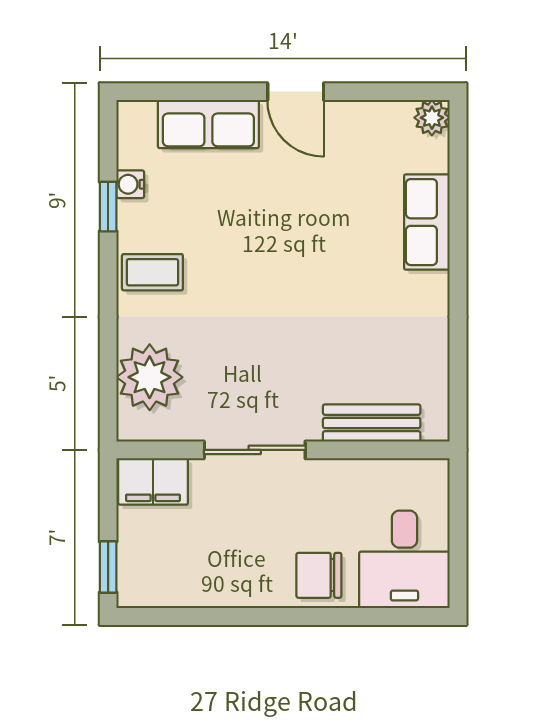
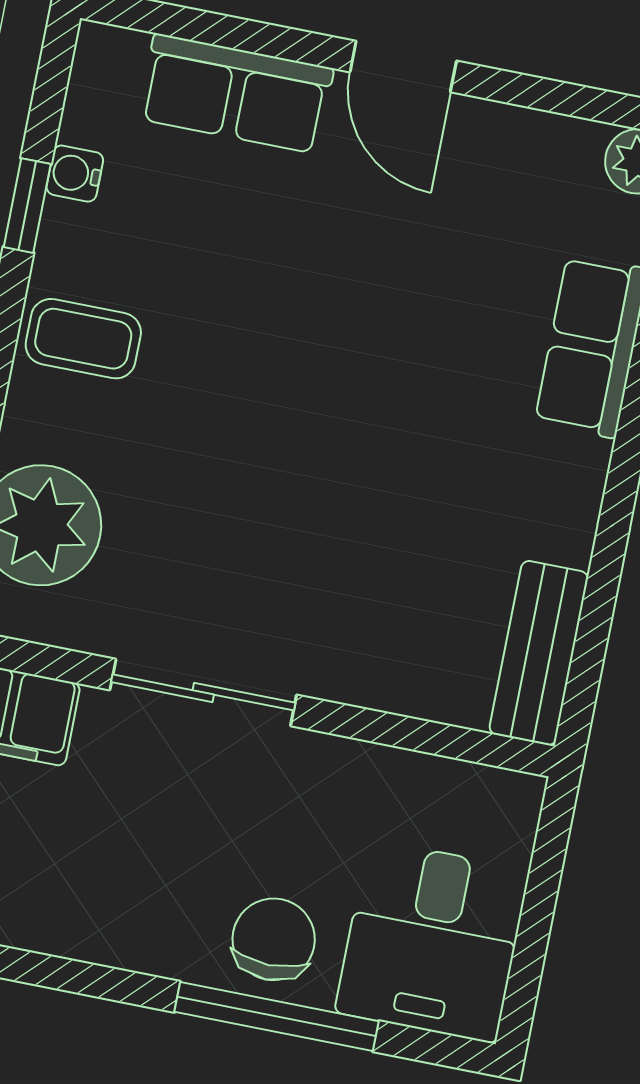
bench: (372, 423) -> (539, 653), moved, turned 90
chair: (319, 575) -> (274, 939), turned 90
window: (329, 617) -> (276, 1016), added

